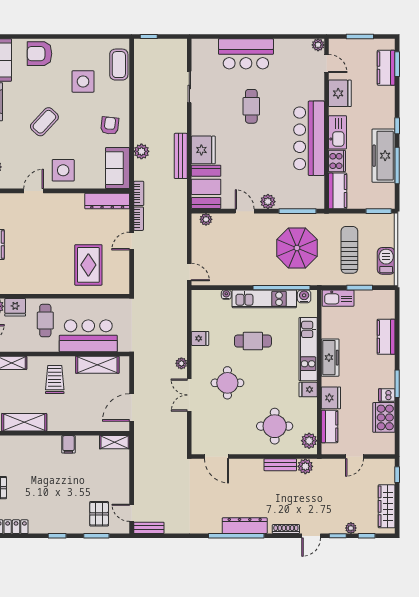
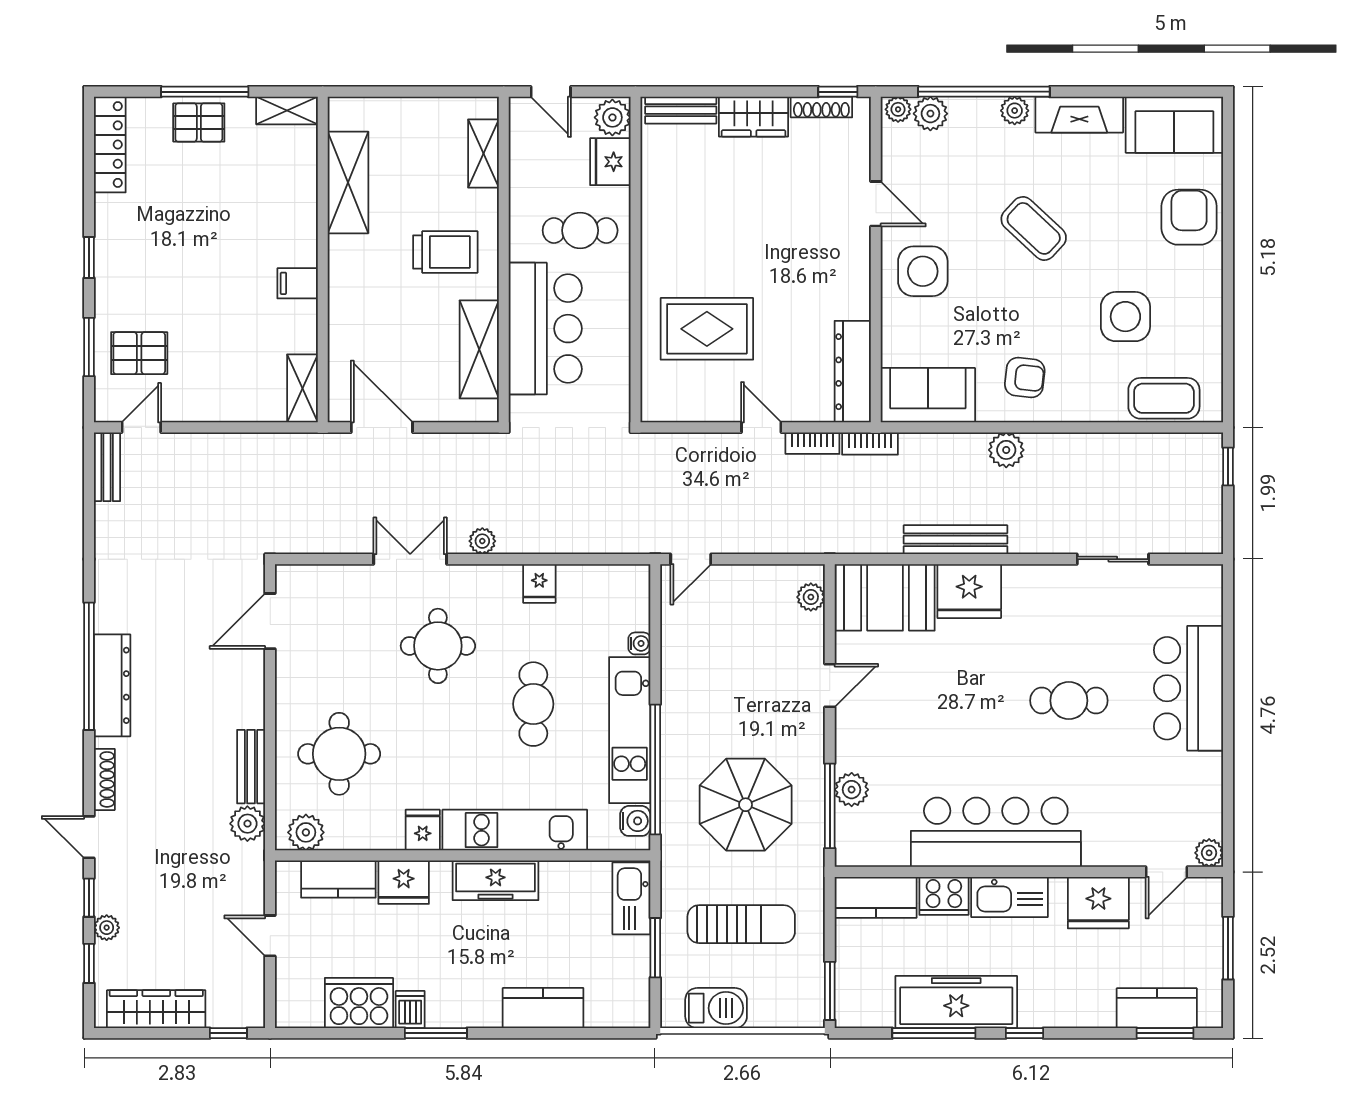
plant: (141, 151) -> (1006, 450), moved
plant: (268, 202) -> (852, 790), moved

